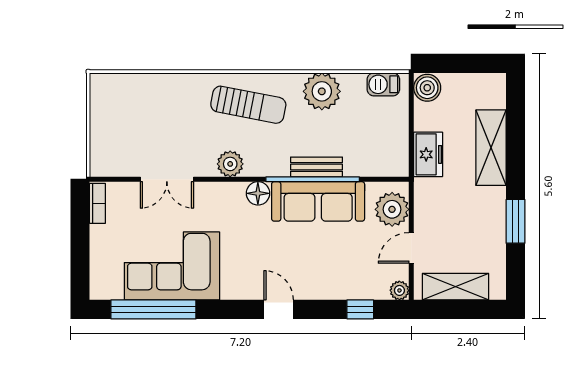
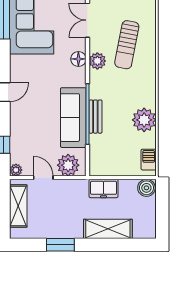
sun lounger: (248, 105) -> (127, 45), moved
floor lamp: (258, 193) -> (78, 59), moved

